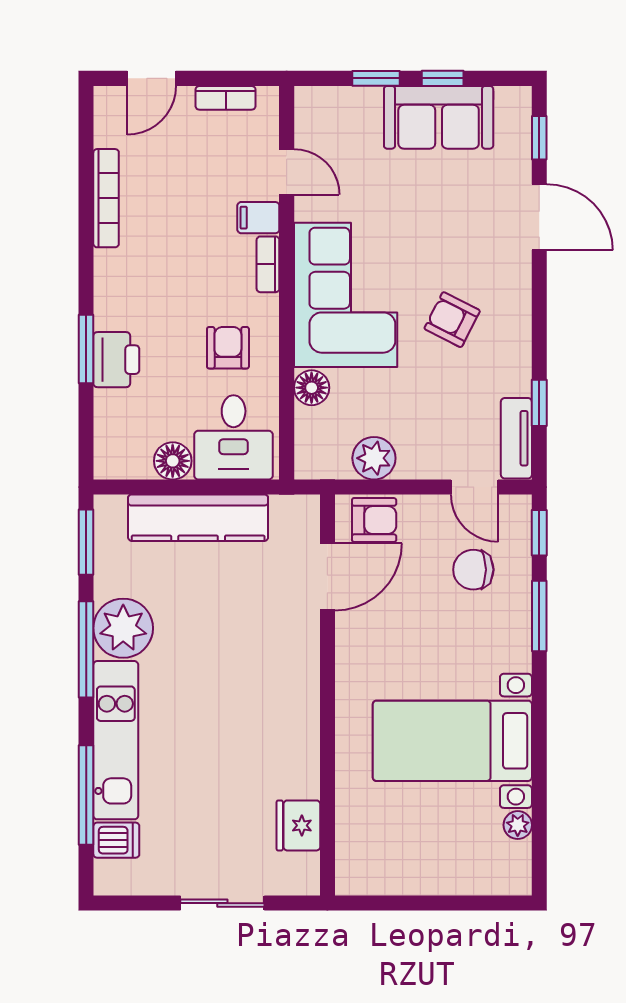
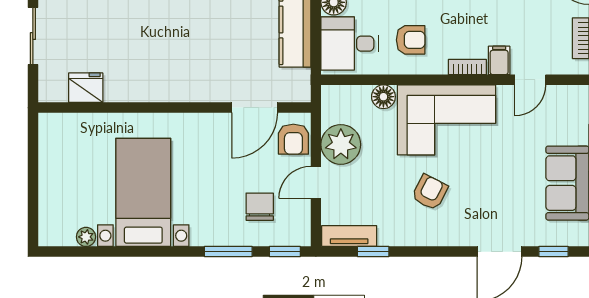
plant: (374, 458) -> (341, 144), width x1.36, depth x1.36
door: (474, 487) -> (316, 182), moved
door: (327, 577) -> (255, 108), hinge flipped

